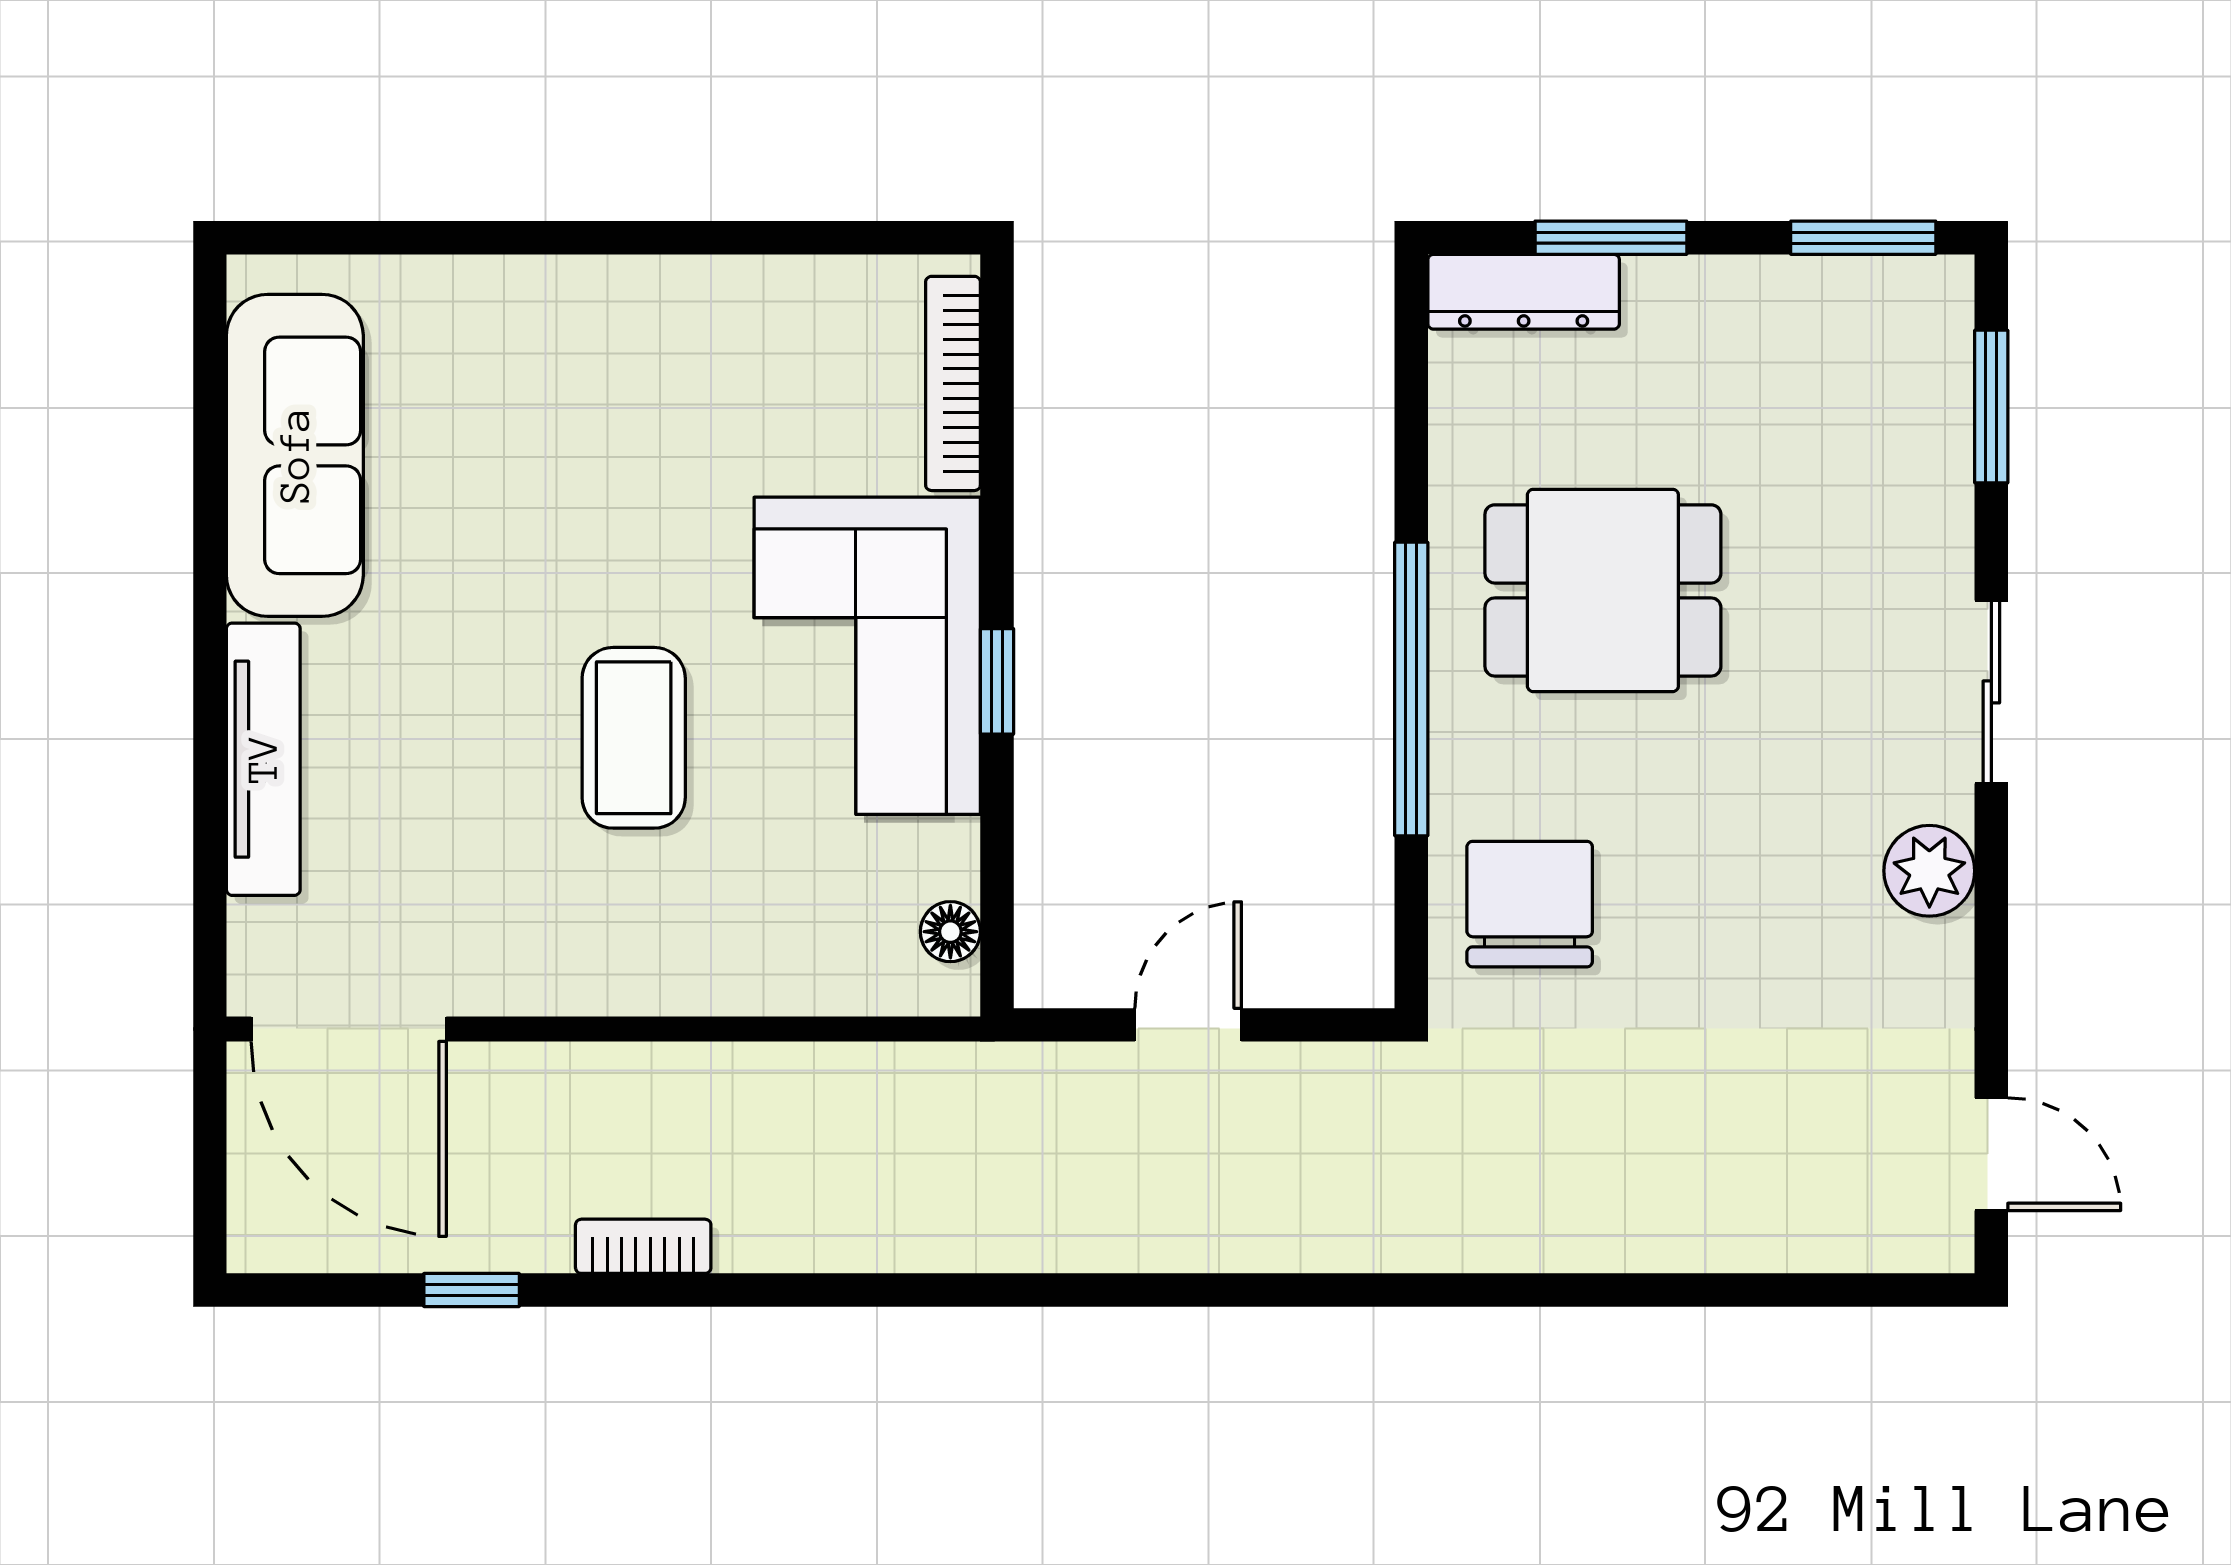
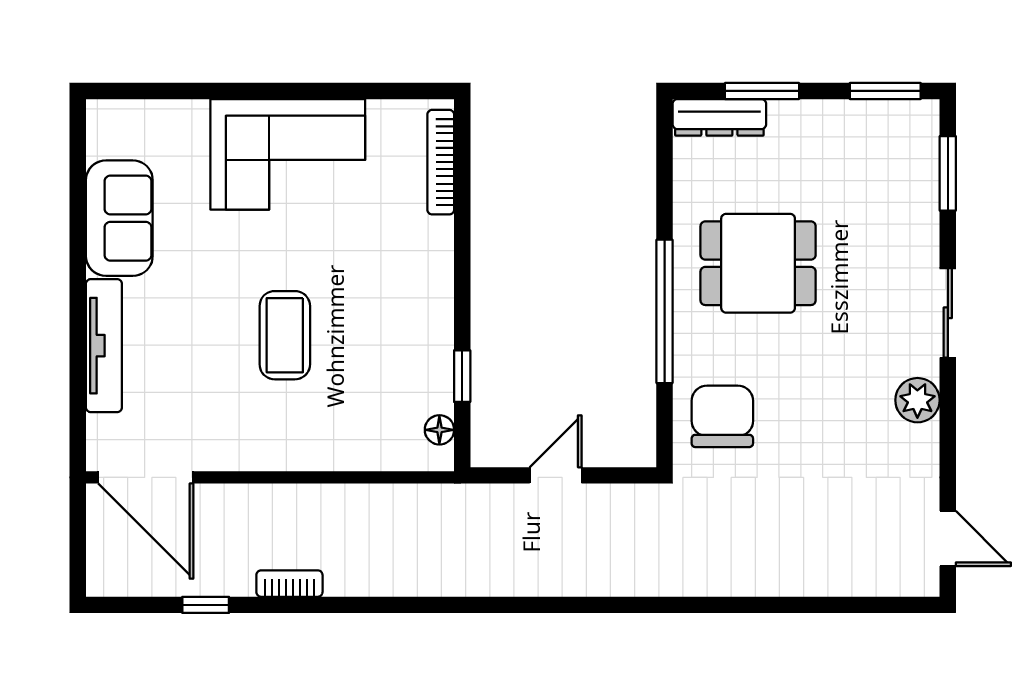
sofa: (295, 455) -> (119, 218), width x0.73
corner sofa: (867, 656) -> (288, 154), moved, turned -90
window: (997, 681) -> (462, 376), moved

